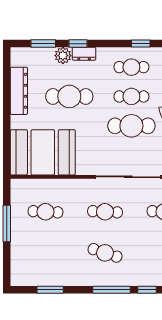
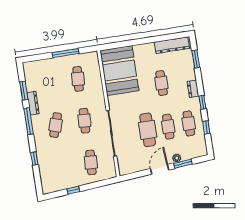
window: (78, 44) -> (202, 102), moved
plant: (63, 56) -> (189, 74), removed
dresser: (19, 91) -> (172, 45), moved
cafe table: (69, 96) -> (161, 83), width x0.73, depth x0.74
dresser: (70, 280) -> (33, 103), added
window: (111, 290) -> (29, 121), moved

